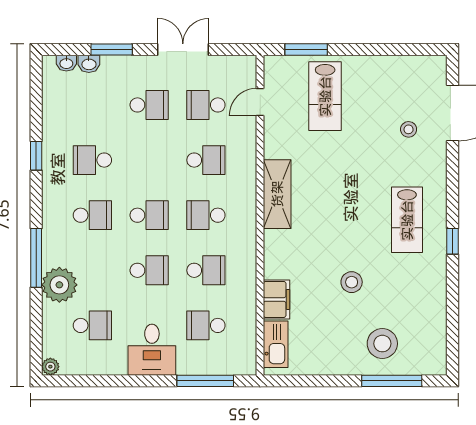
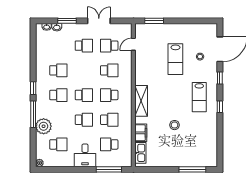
lab bench: (325, 96) -> (175, 59), moved
window: (36, 156) -> (33, 88), moved
school desk: (92, 160) -> (58, 70), turned 180
window: (453, 177) -> (220, 78), added
shelving: (277, 194) -> (141, 101), moved
stool: (382, 344) -> (188, 153), removed

